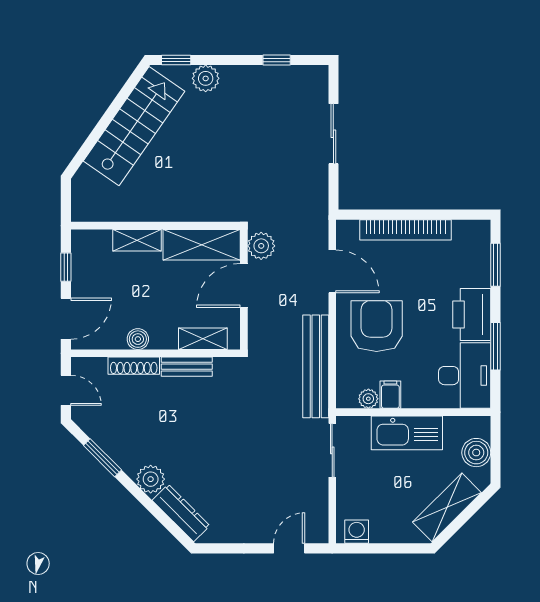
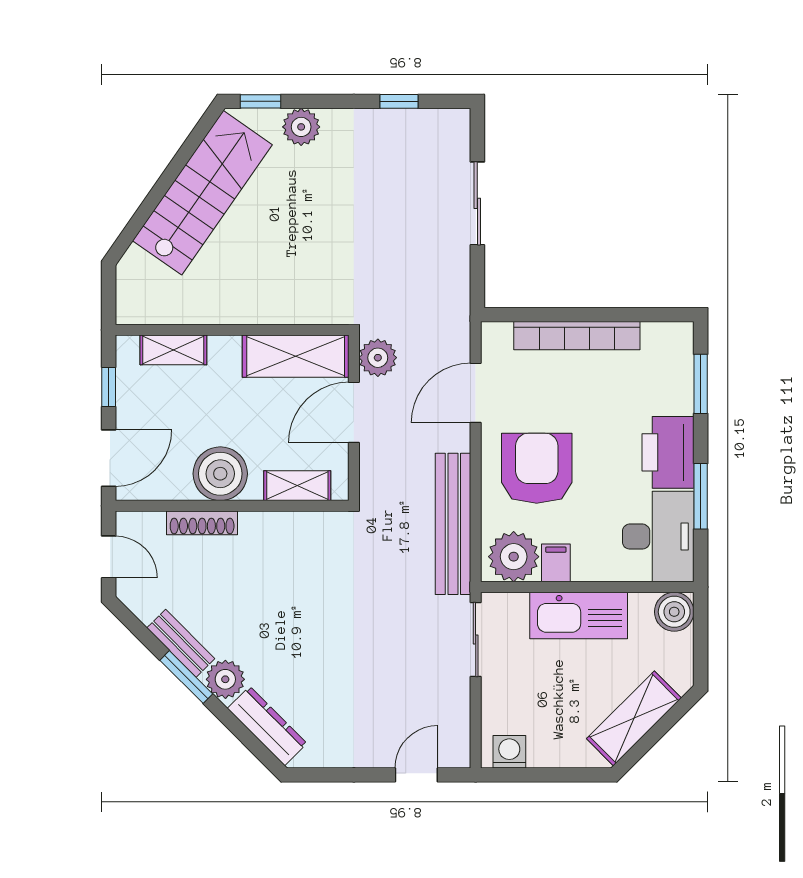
shelving: (137, 240) -> (173, 350), moved
door: (332, 271) -> (476, 393), swing flipped
boiler: (138, 339) -> (220, 474), width x1.86, depth x1.86
bench: (187, 367) -> (181, 643), moved, turned 45
plant: (368, 399) -> (514, 557), width x1.88, depth x1.88
boiler: (476, 453) -> (674, 612), moved
window: (102, 458) -> (186, 677), moved

